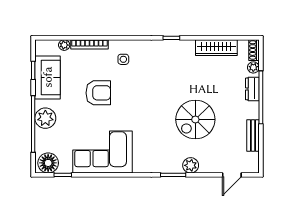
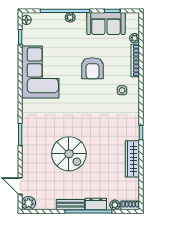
wardrobe: (216, 48) -> (132, 159), moved
plant: (45, 118) -> (70, 17), width x0.53, depth x0.53
spiral stairs: (195, 119) -> (69, 154), turned 180
bench: (253, 136) -> (70, 205), moved
floor lamp: (48, 163) -> (26, 20), width x0.53, depth x0.53
plant: (191, 165) -> (29, 203), moved

